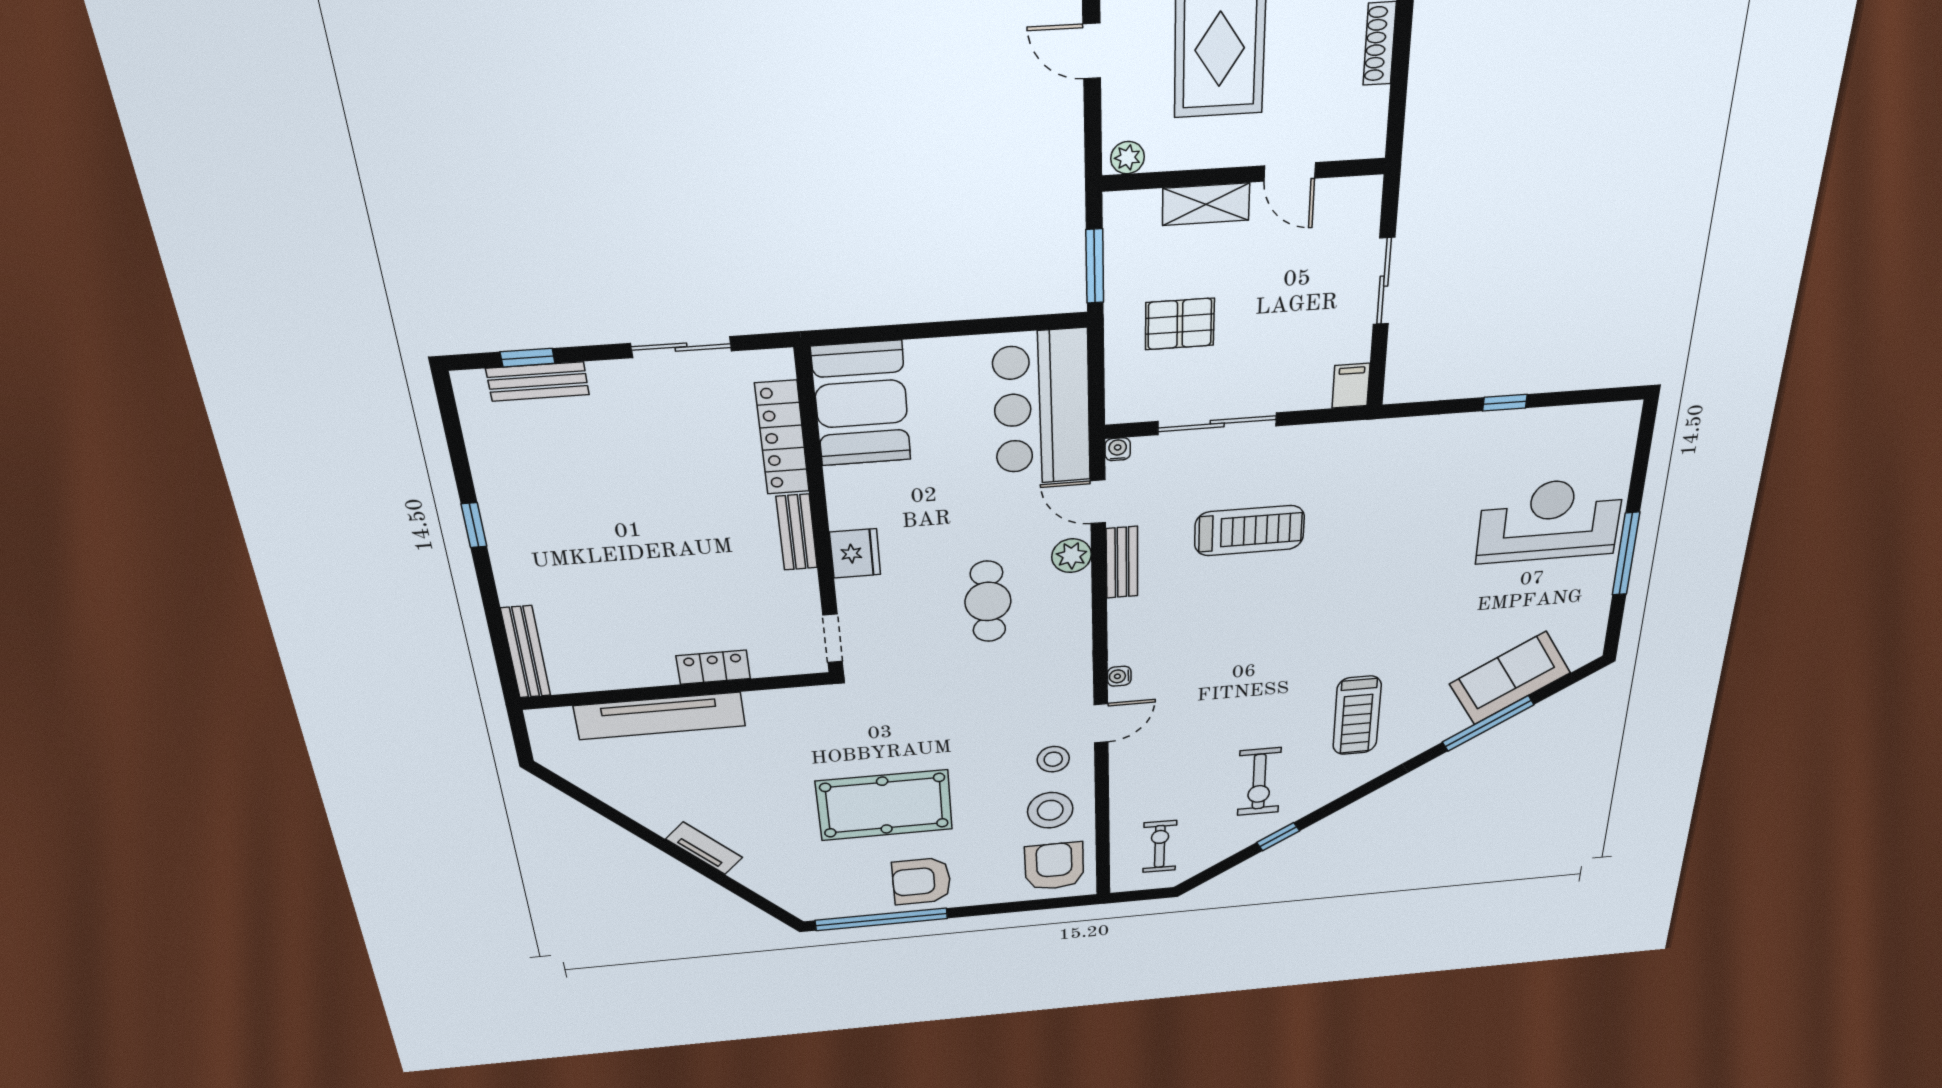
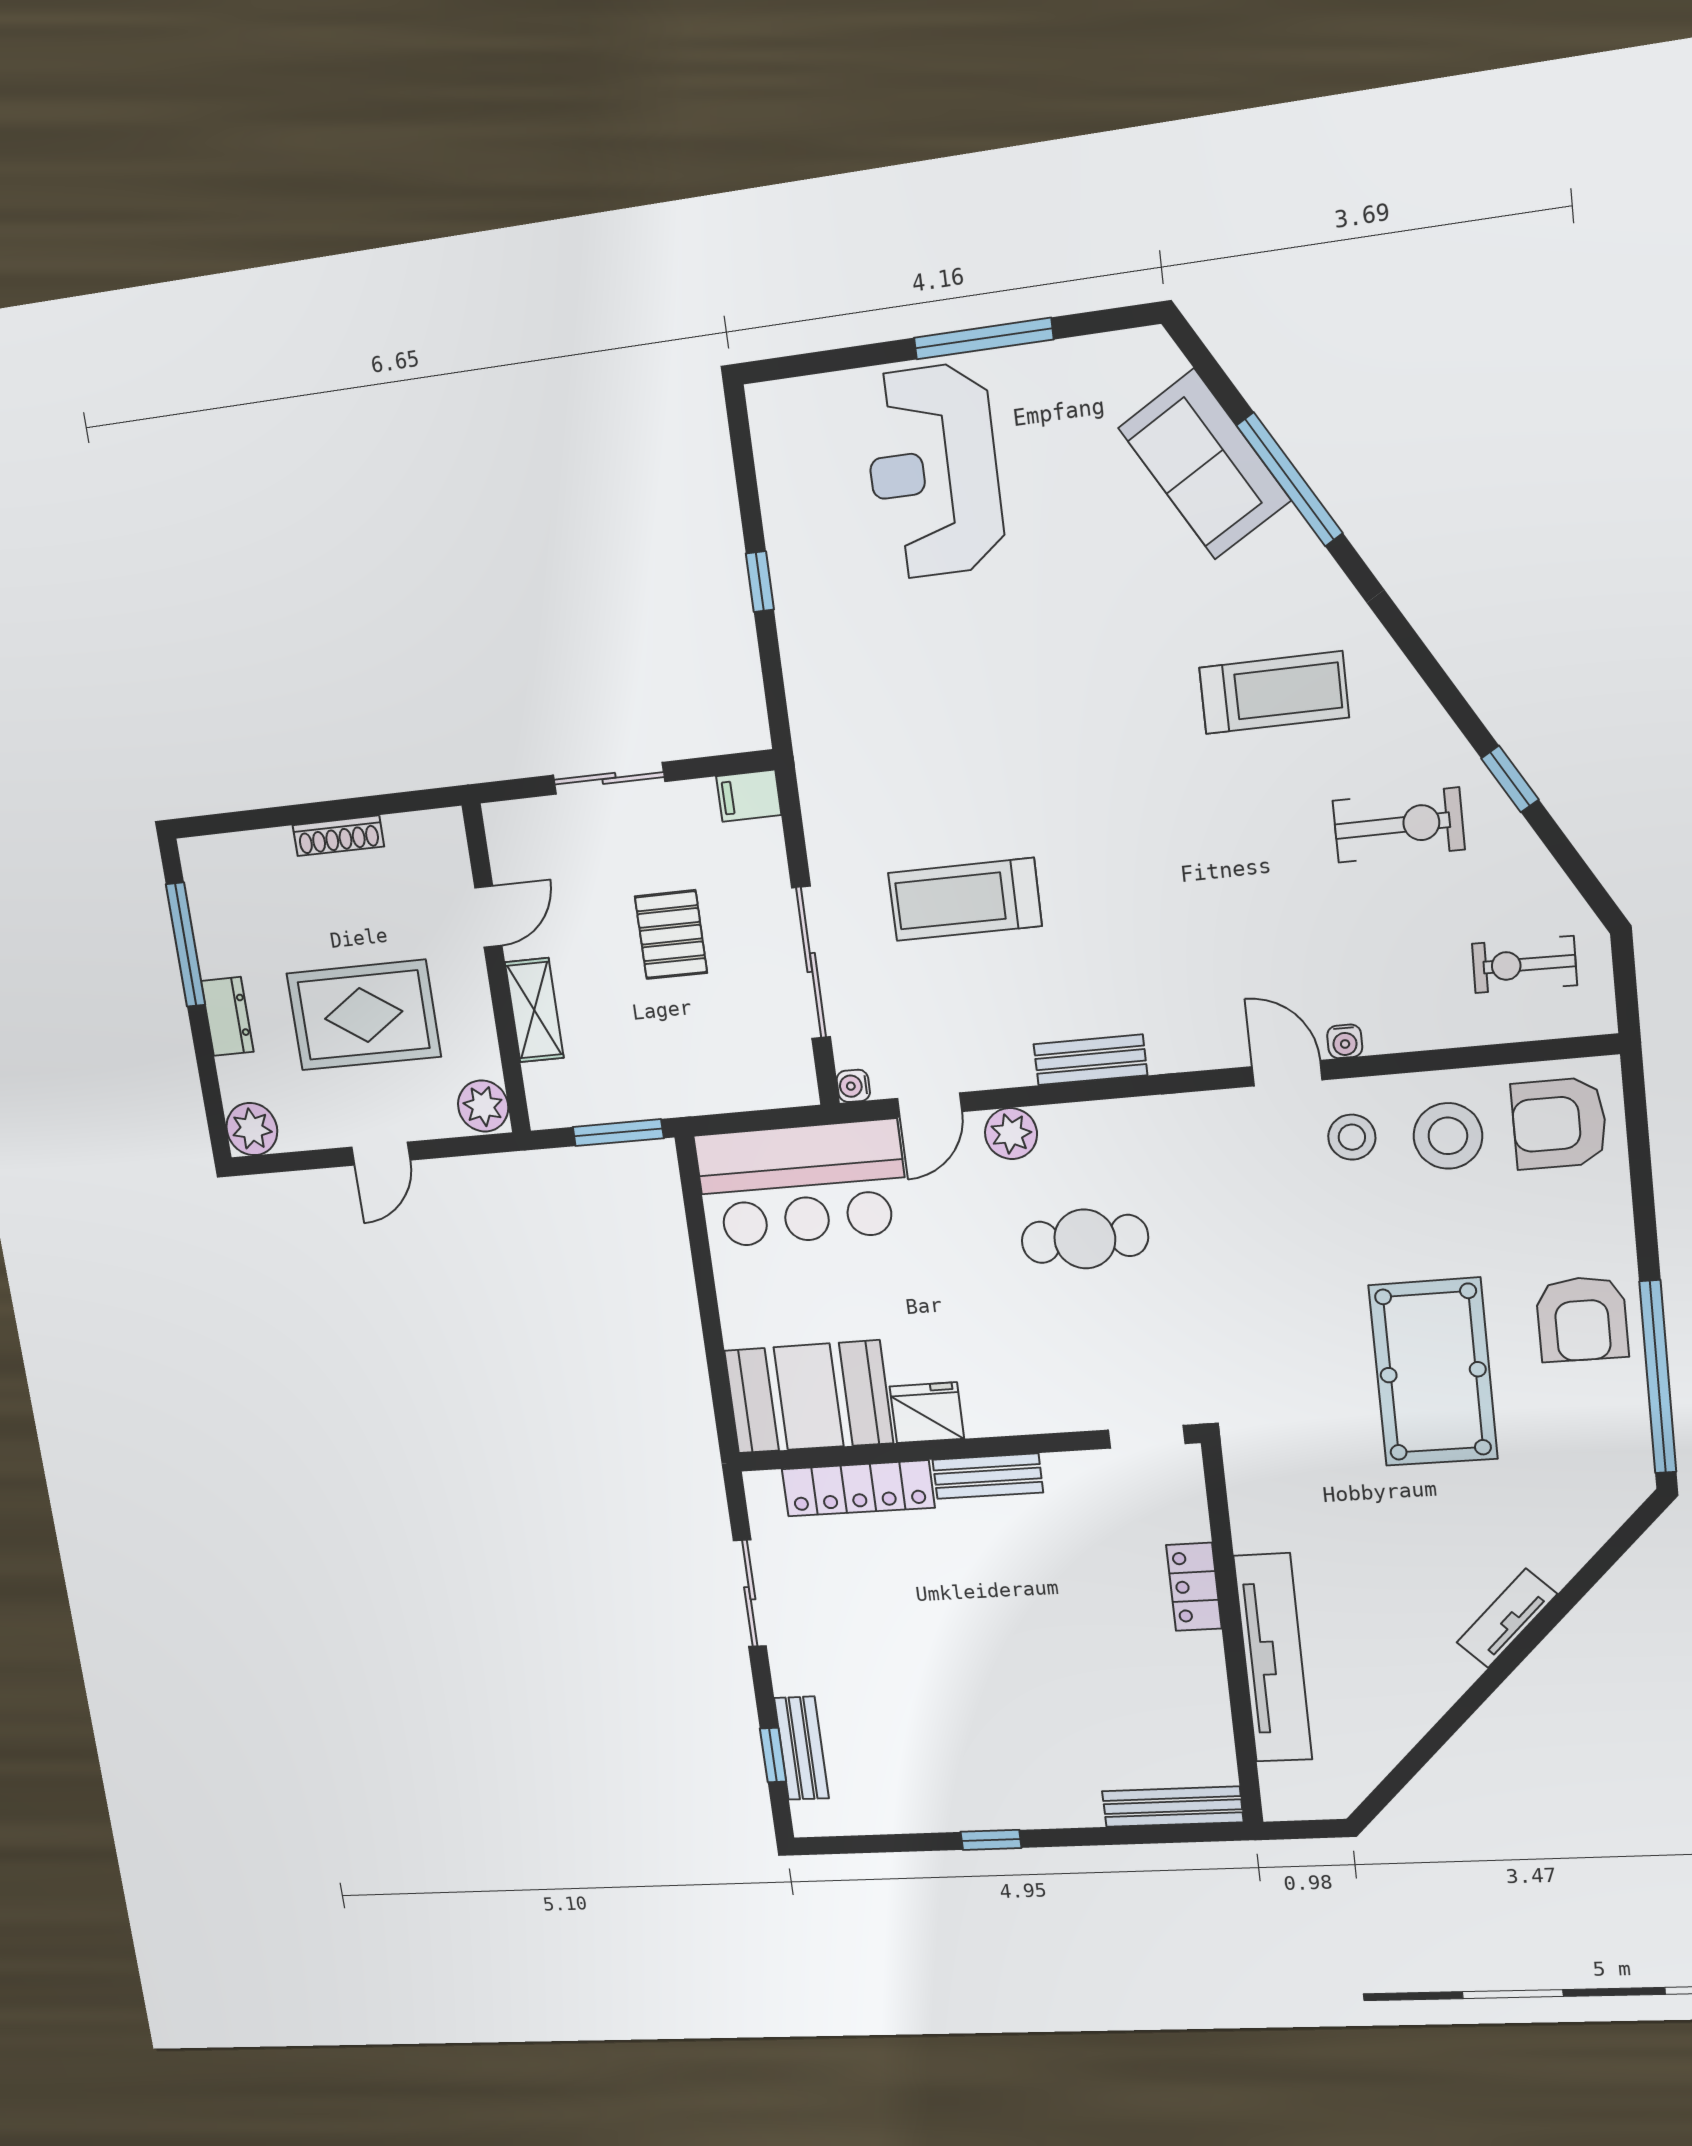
plant: (1127, 158) -> (483, 1106), width x1.38, depth x1.38
pallet: (1180, 324) -> (671, 935), moved
treadmill: (1249, 531) -> (965, 899), turned -90
fridge: (855, 553) -> (927, 1413), moved
bench: (1122, 562) -> (1090, 1060), moved
water cooler: (1119, 676) -> (1345, 1041), moved

